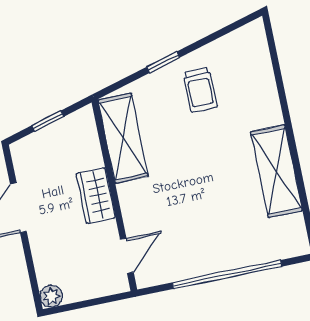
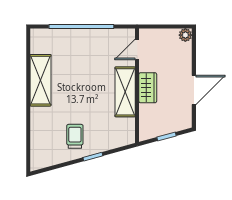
shelving: (123, 138) -> (125, 92), moved

